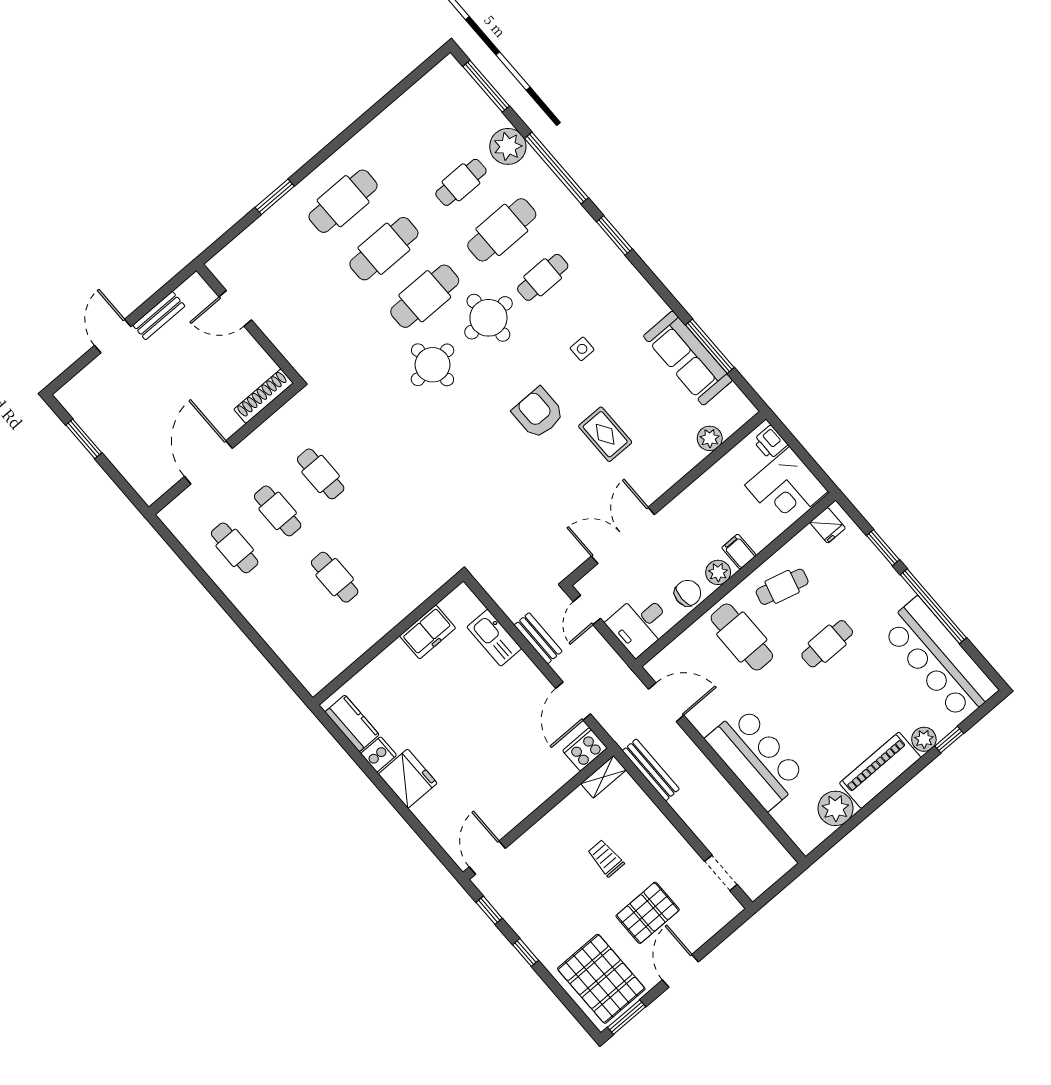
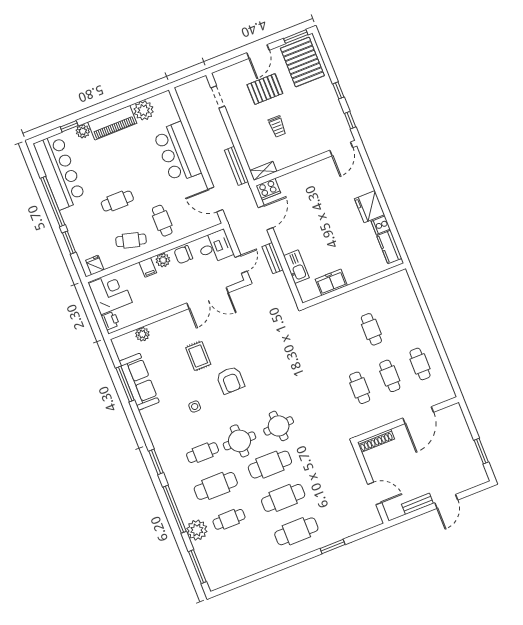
cafe table: (742, 637) -> (162, 221), width x0.73, depth x0.74

